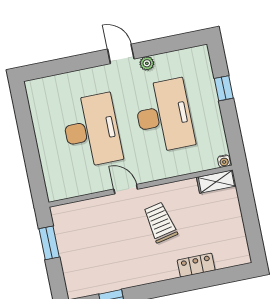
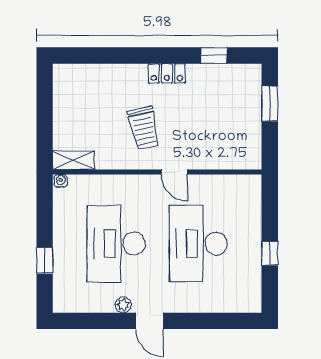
window: (27, 135) -> (270, 253), added
window: (49, 243) -> (270, 104), moved
locker: (196, 265) -> (167, 73), moved

